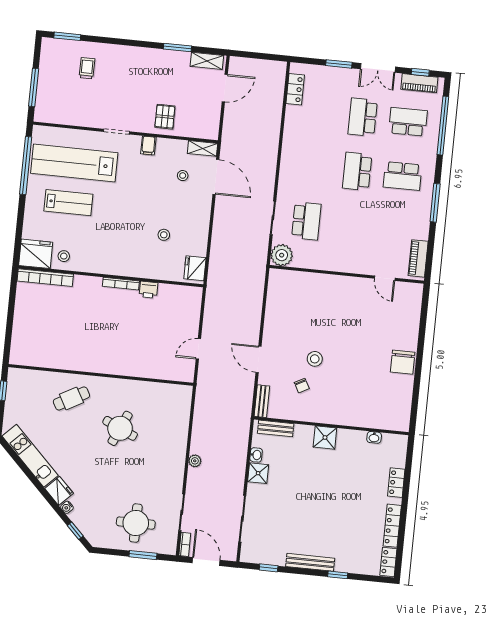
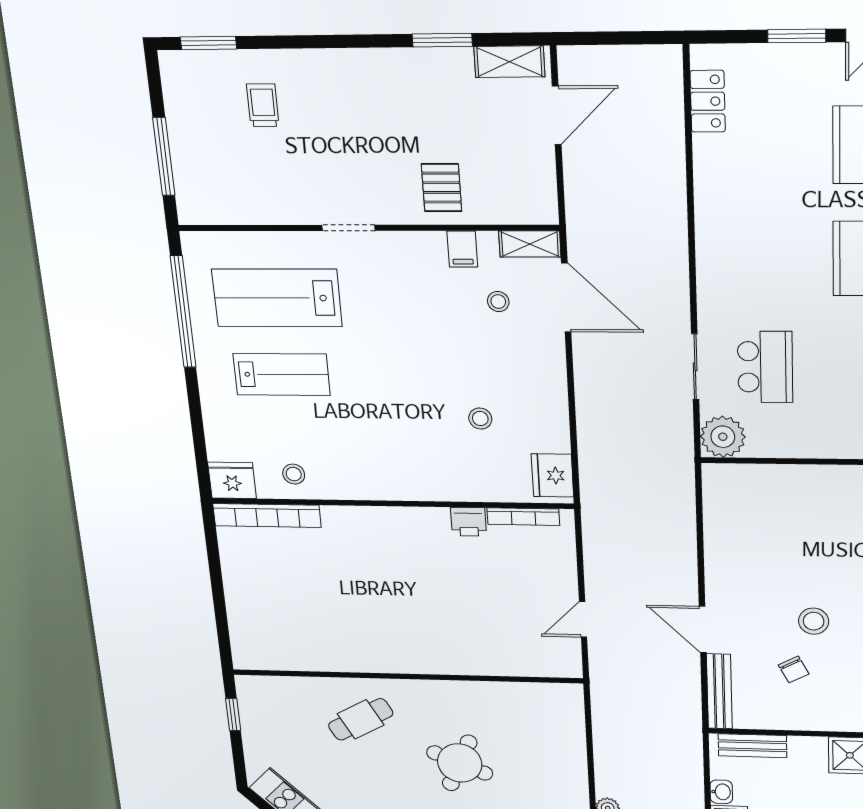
filing cabinet: (148, 145) -> (462, 249), moved
lab bench: (74, 163) -> (277, 298), width x0.73
fridge: (36, 254) -> (232, 480), width x0.73, depth x0.75
bookcase: (121, 284) -> (523, 517), moved
bench: (262, 401) -> (719, 691), width x1.36

